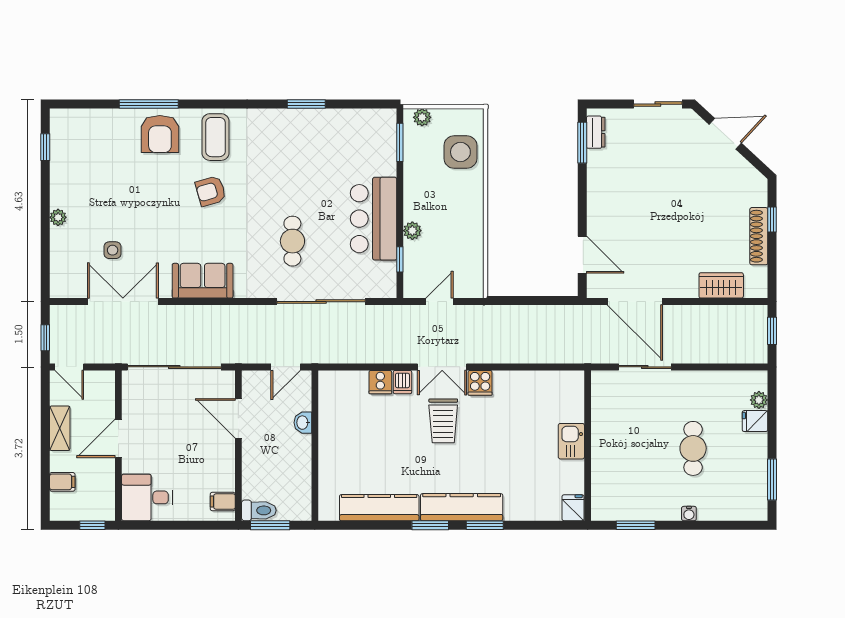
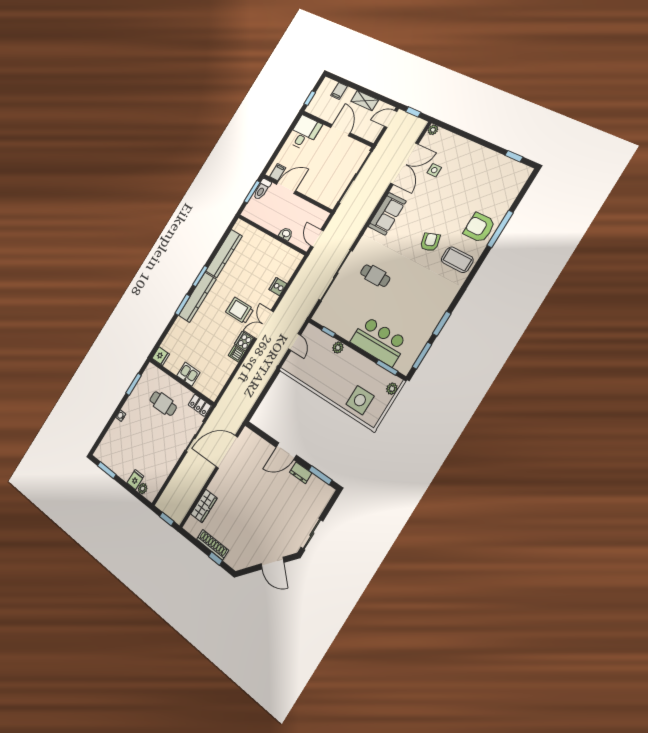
window: (360, 104) -> (422, 356), added
dresser: (596, 132) -> (301, 473), moved
door: (725, 134) -> (272, 563), hinge flipped
plant: (58, 217) -> (433, 130), moved
bar counter: (374, 219) -> (379, 341), moved
door: (582, 255) -> (286, 451), moved
dishwasher: (402, 382) -> (236, 354), moved
locker: (601, 391) -> (200, 405), added
door: (238, 418) -> (286, 188), moved
cafe table: (693, 448) -> (163, 404), moved

